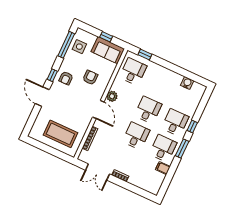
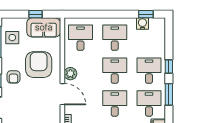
window: (145, 55) -> (146, 14), moved
armchair: (90, 78) -> (39, 65), width x1.88, depth x1.88
desk: (160, 84) -> (115, 38), added

